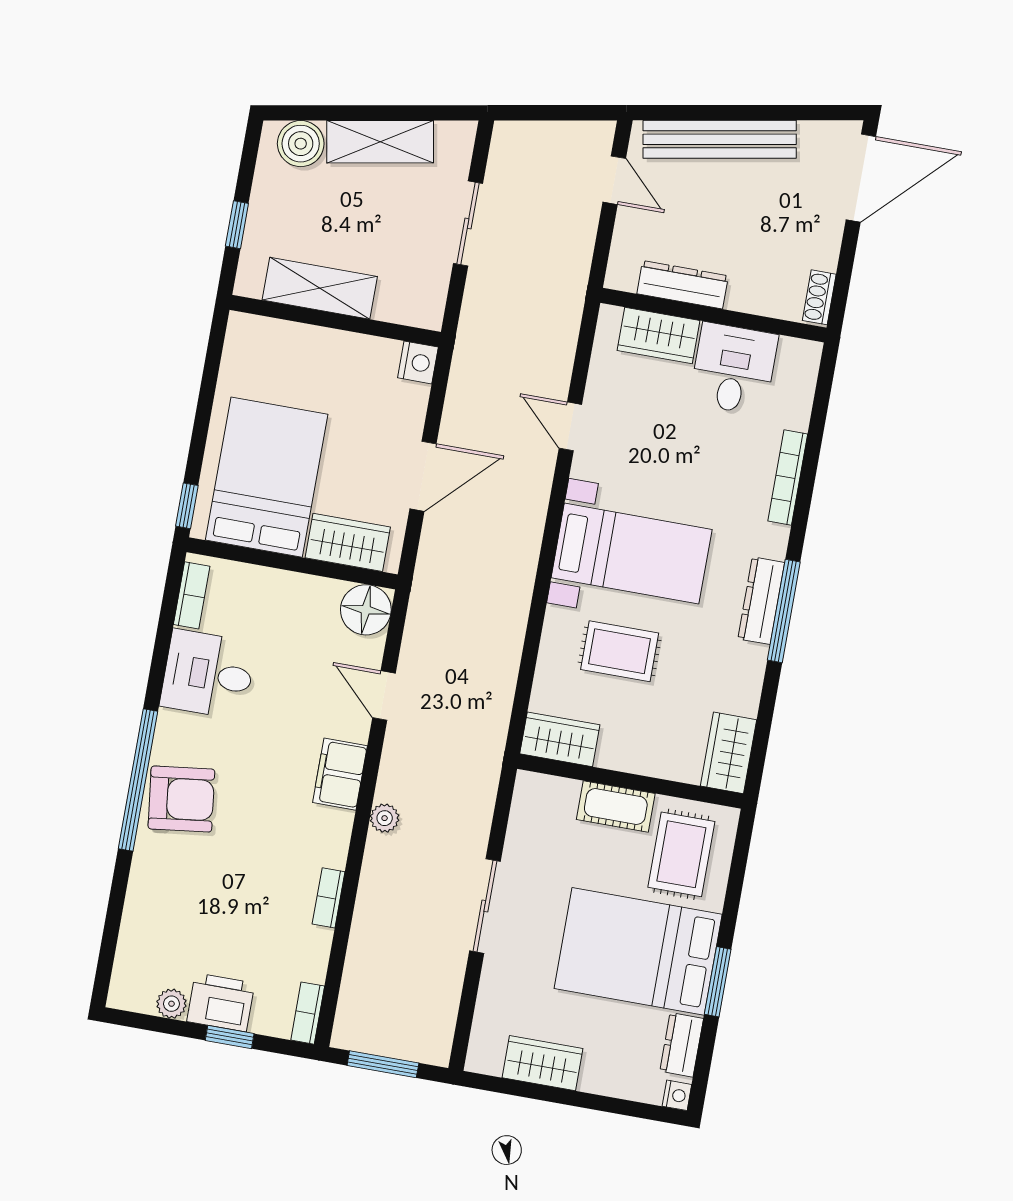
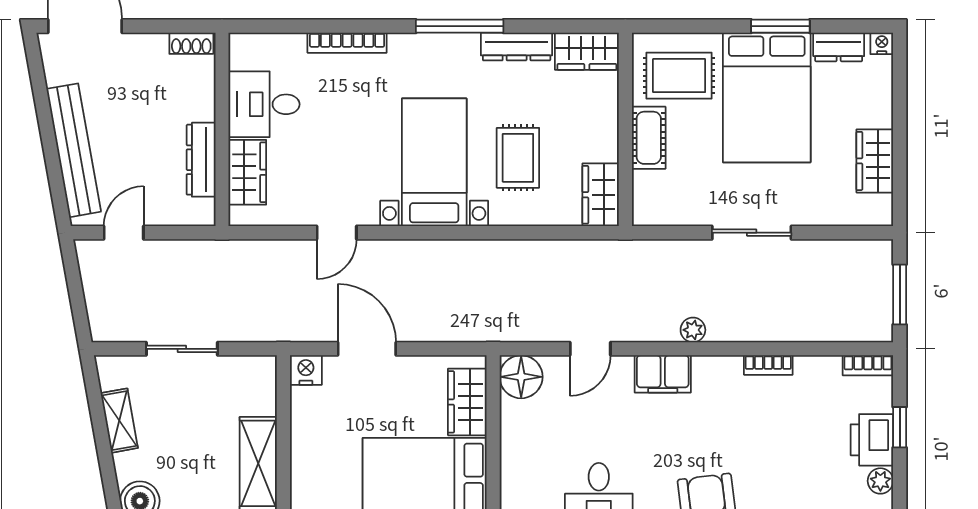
shelving: (380, 142) -> (119, 421), width x0.67, depth x0.75
door: (423, 476) -> (367, 349), moved
dresser: (761, 601) -> (517, 47), moved

